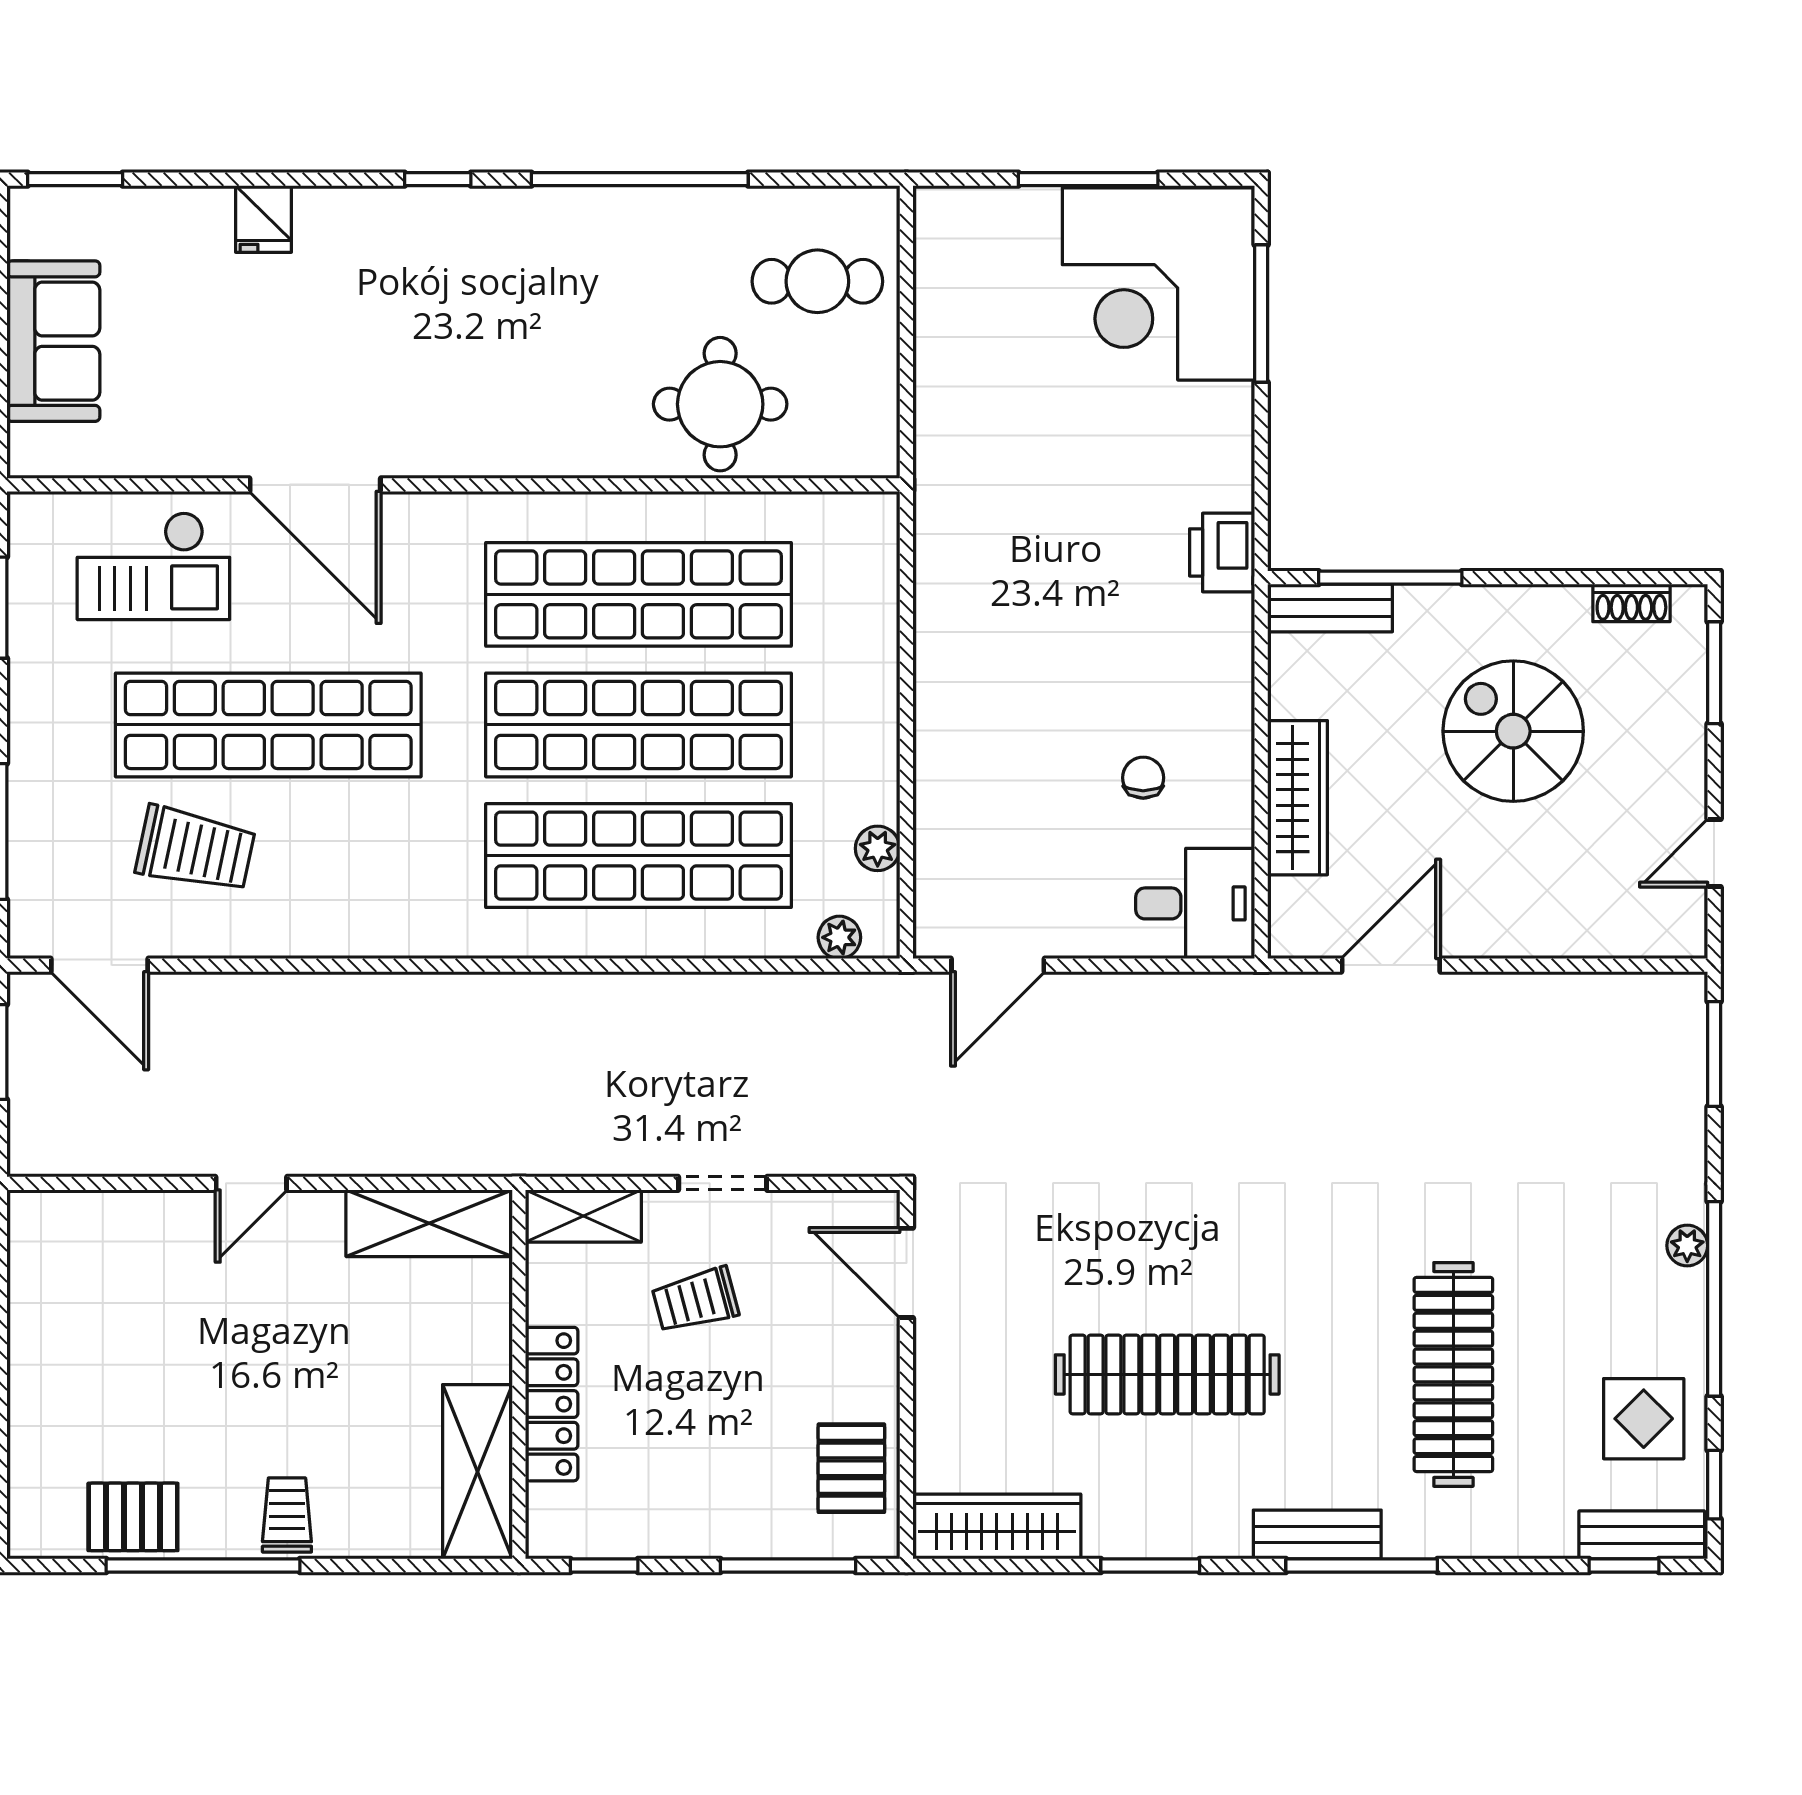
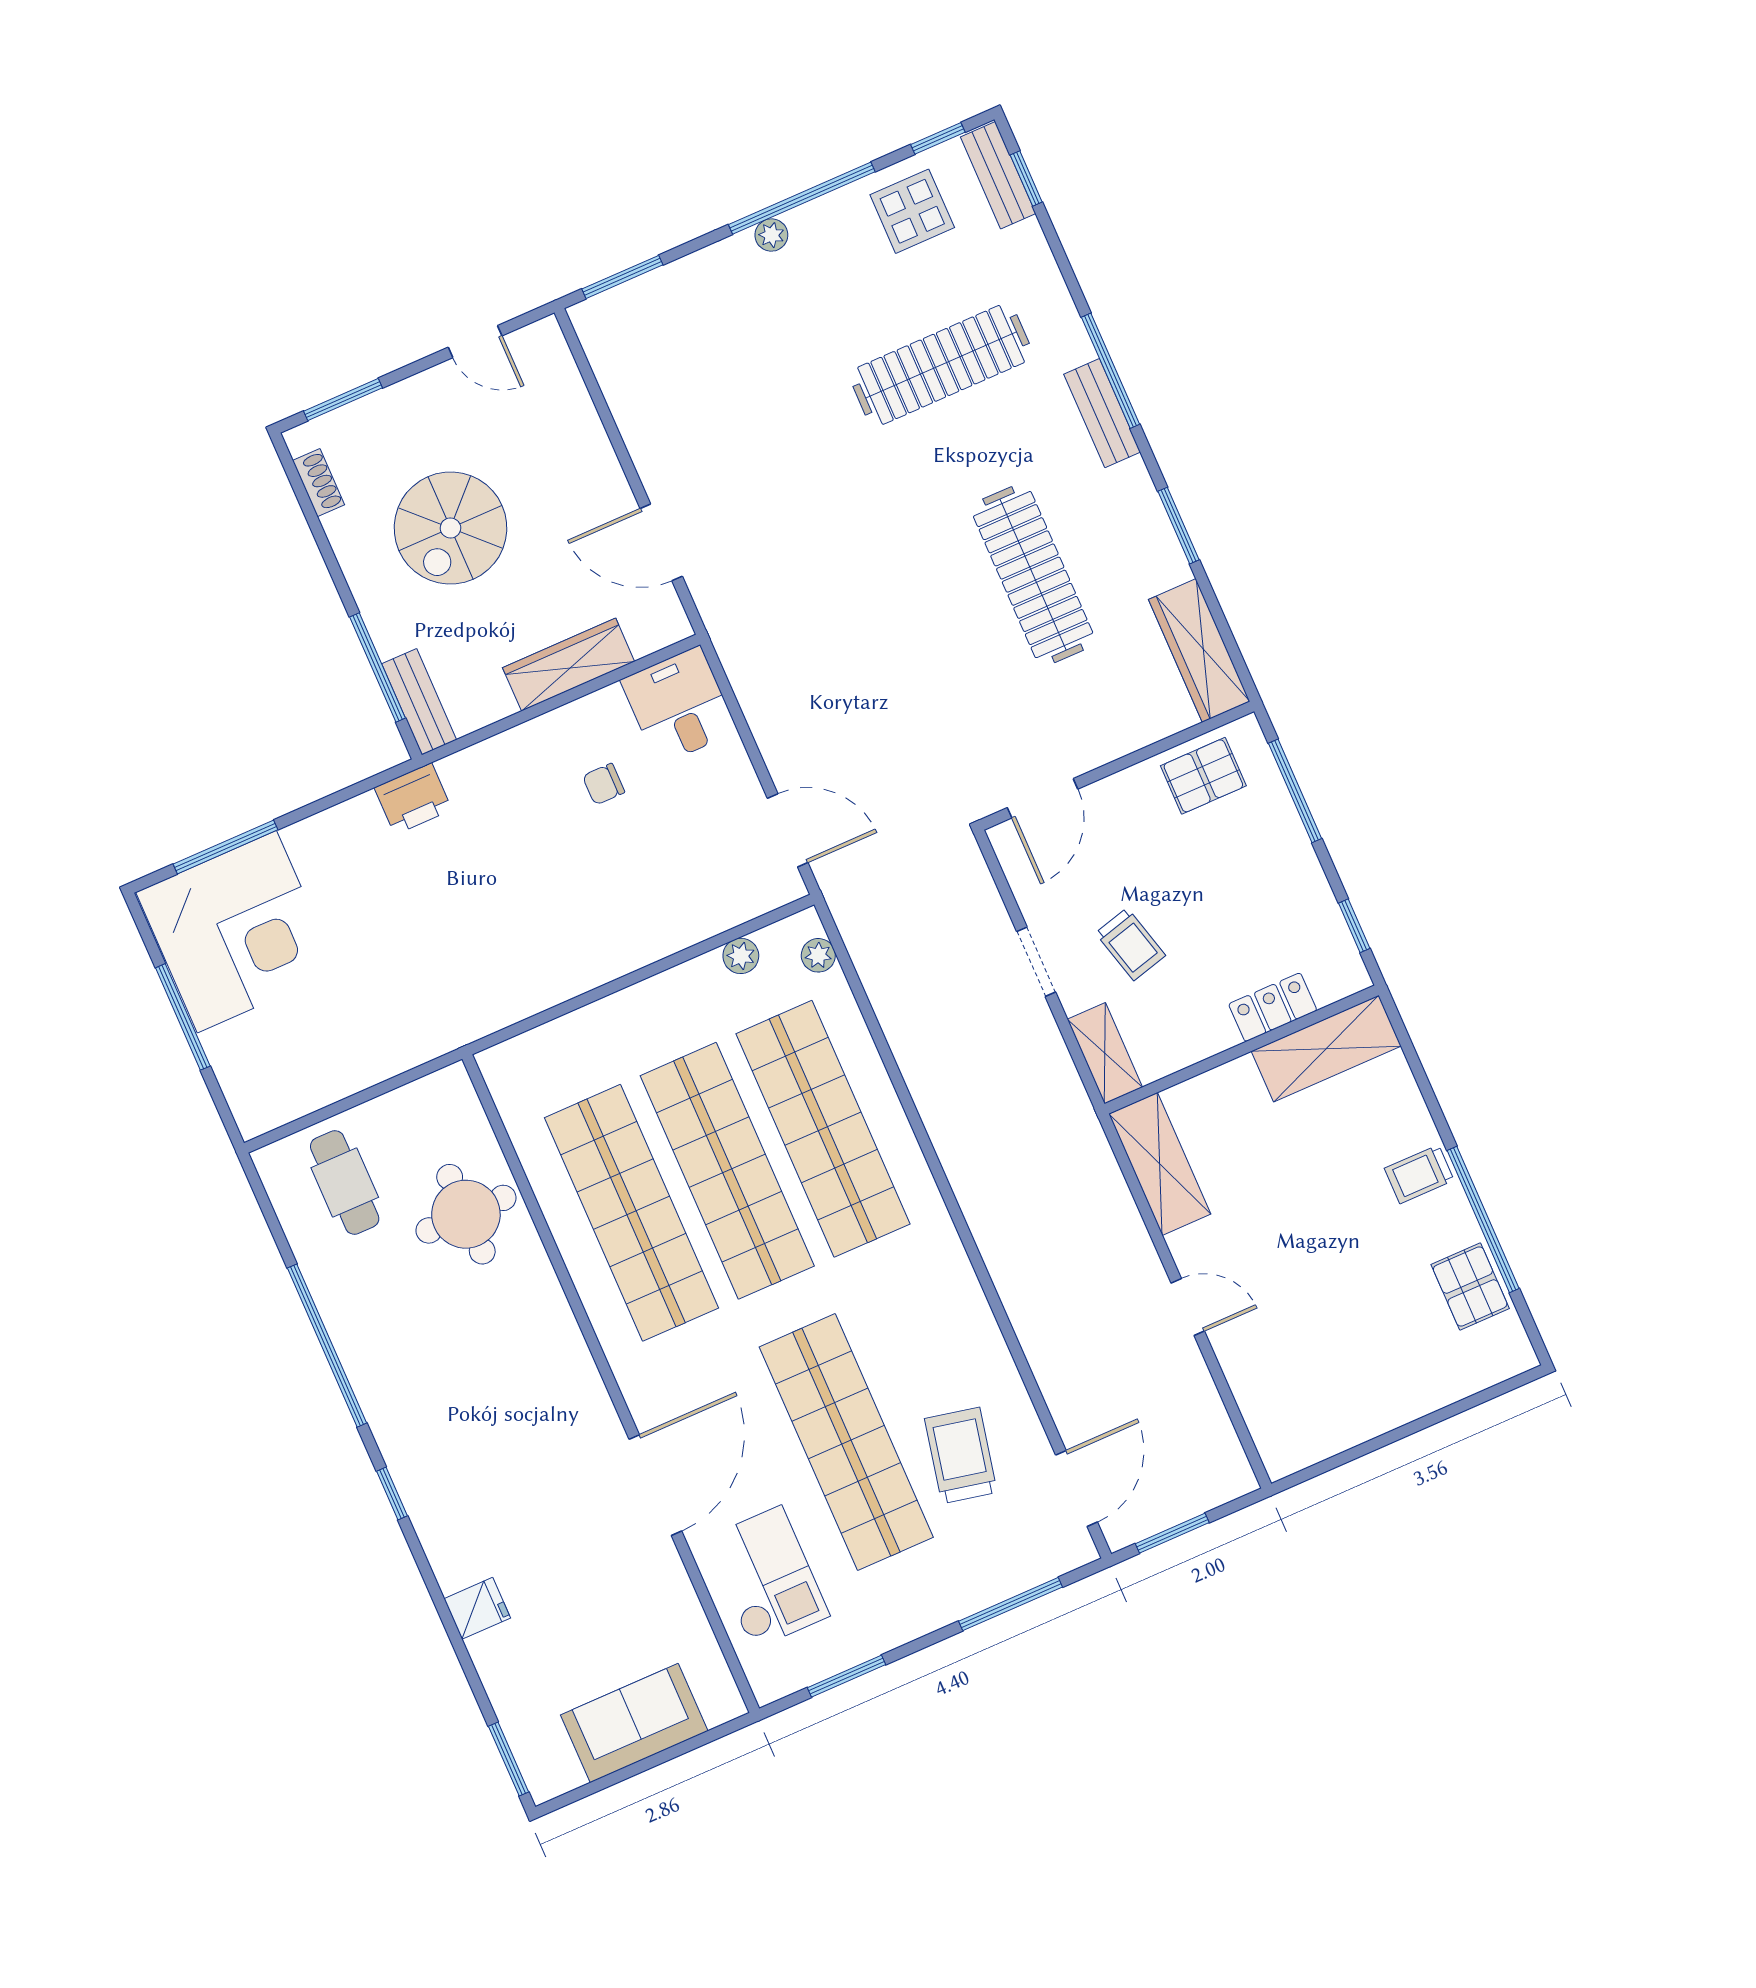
locker: (552, 1404) -> (1273, 1007), width x0.66

